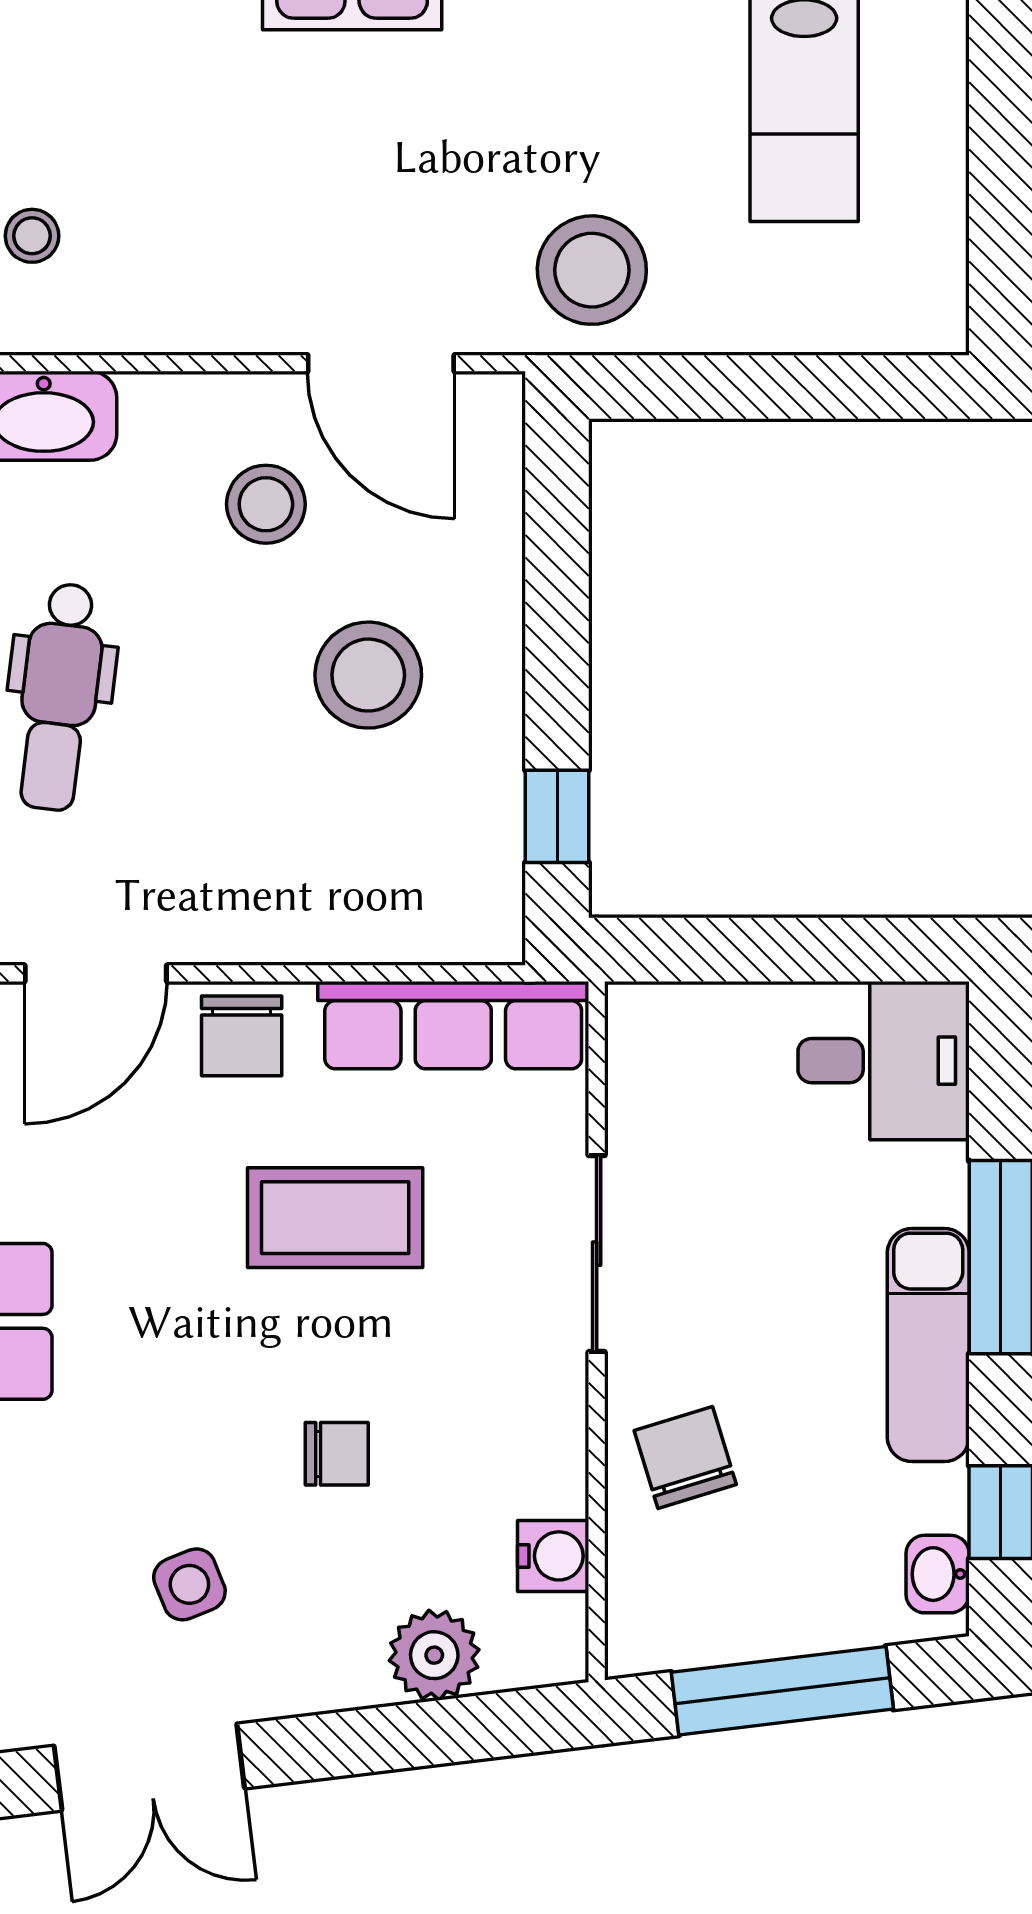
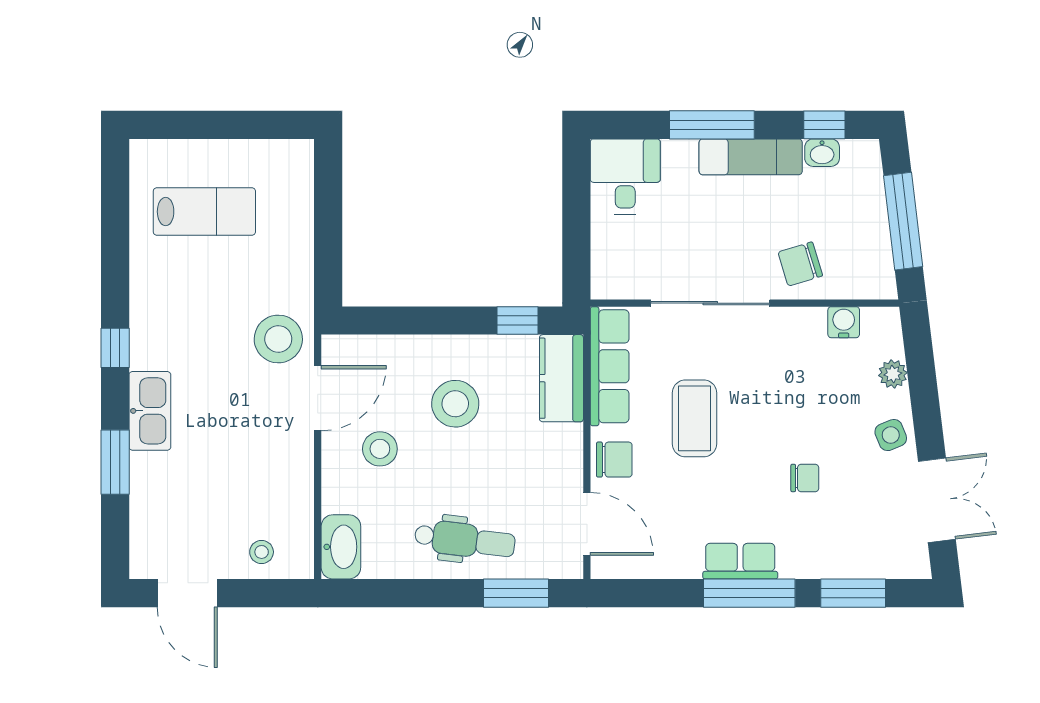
stool: (592, 270) -> (278, 339), moved
kitchen counter: (426, 916) -> (561, 378), added
sliding door: (597, 1254) -> (710, 303), width x1.37
chair: (337, 1454) -> (805, 478), moved, turned 90
washbasin: (938, 1574) -> (822, 153), moved
side table: (189, 1584) -> (891, 435), moved
plant: (434, 1655) -> (893, 374), width x0.73, depth x0.73

